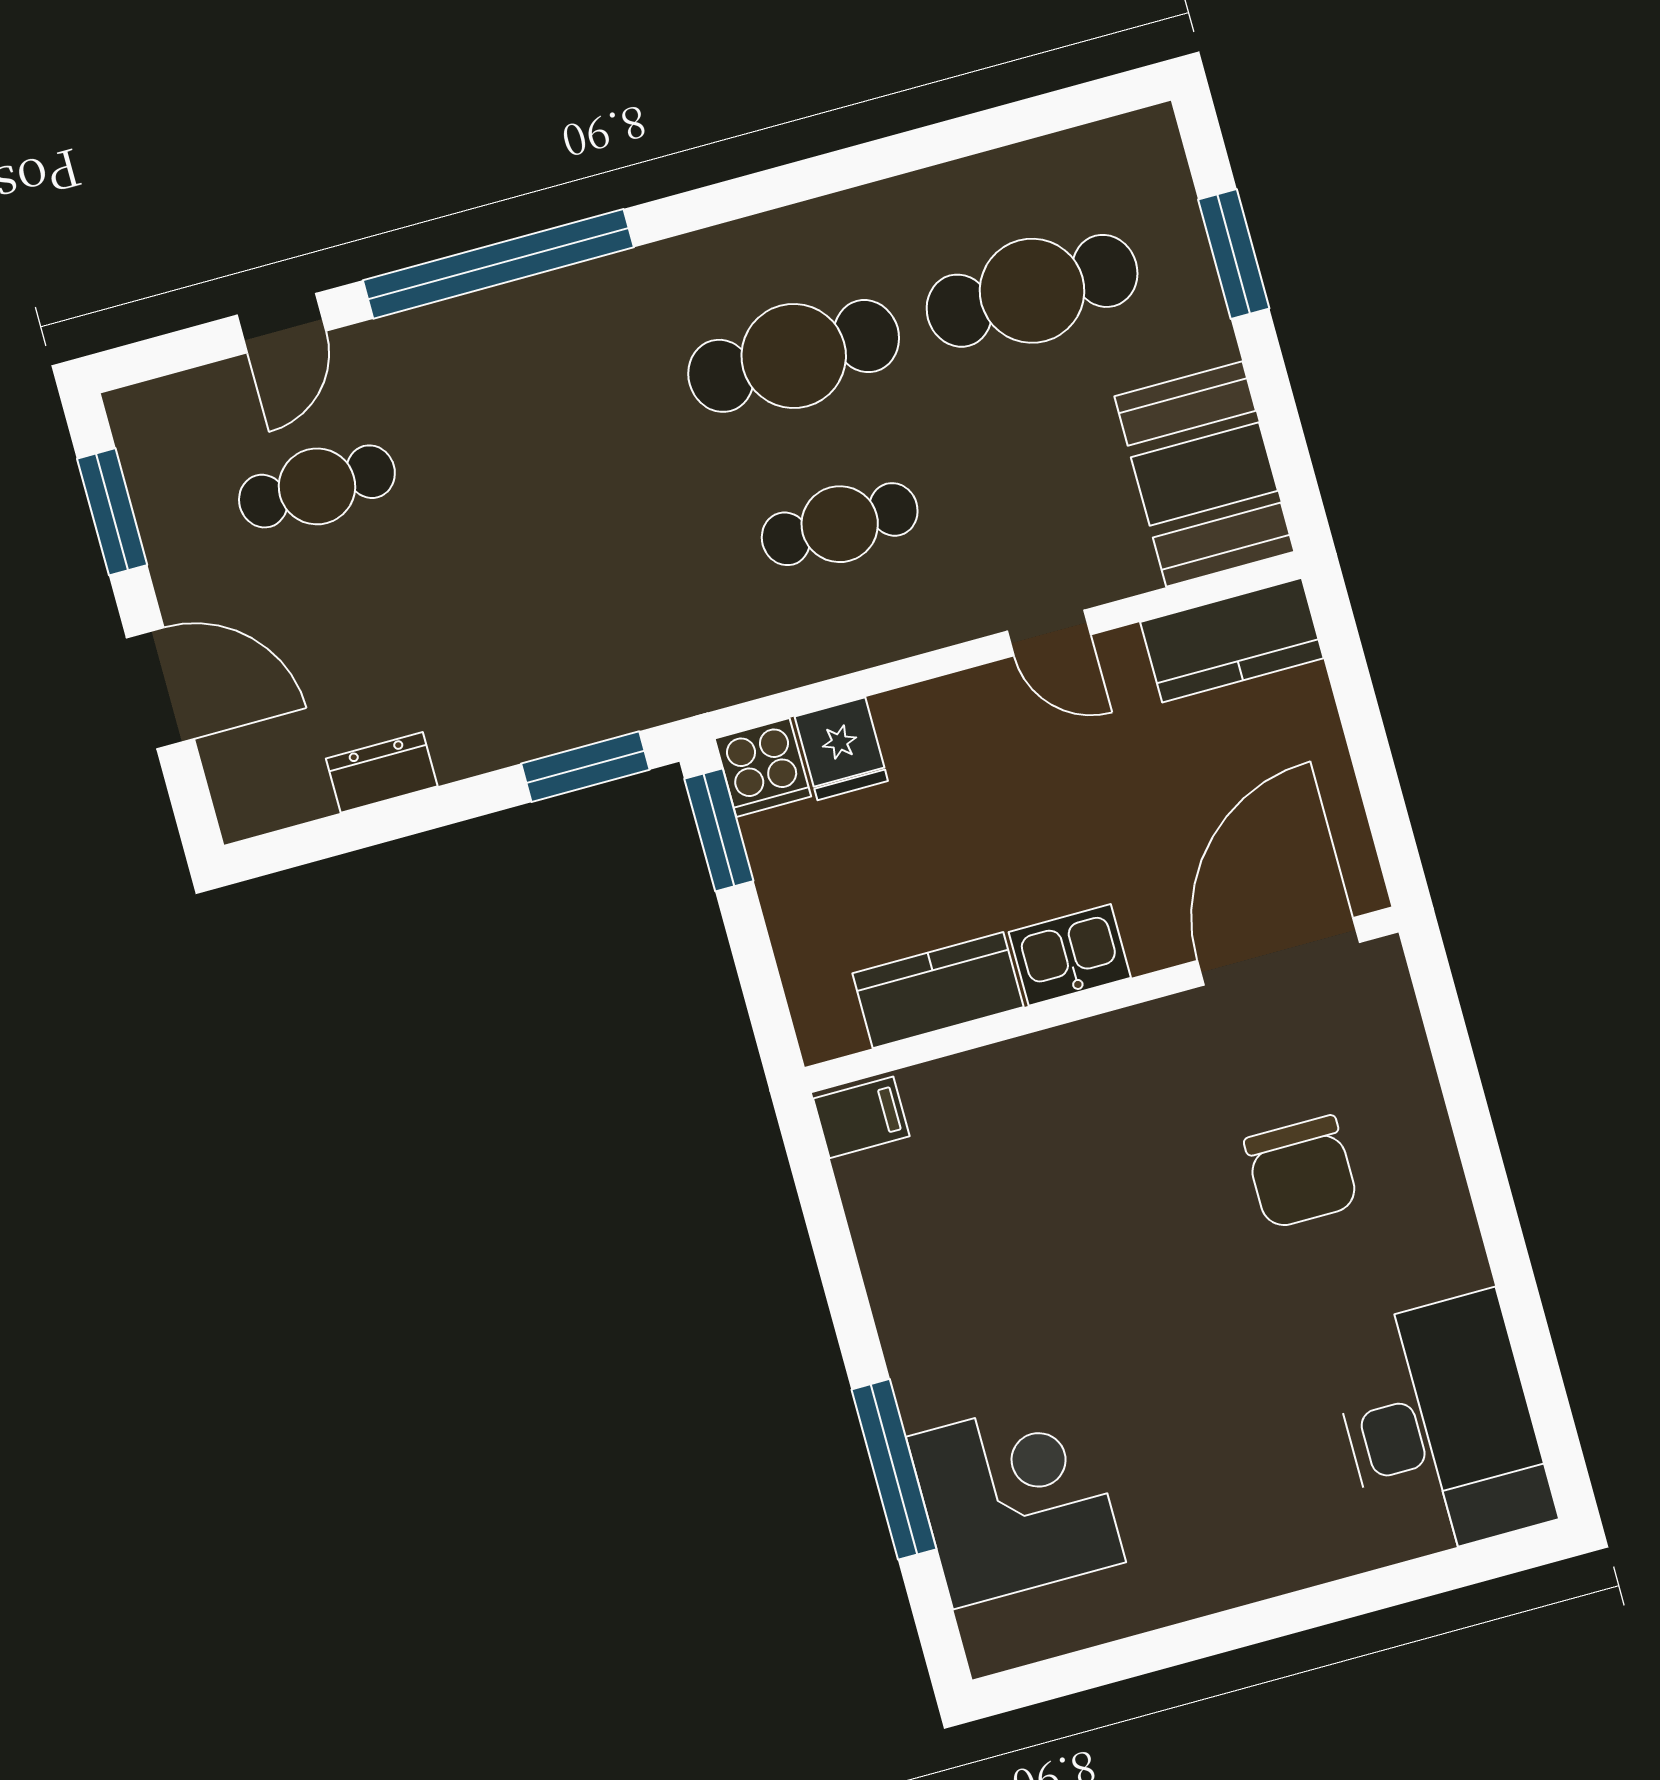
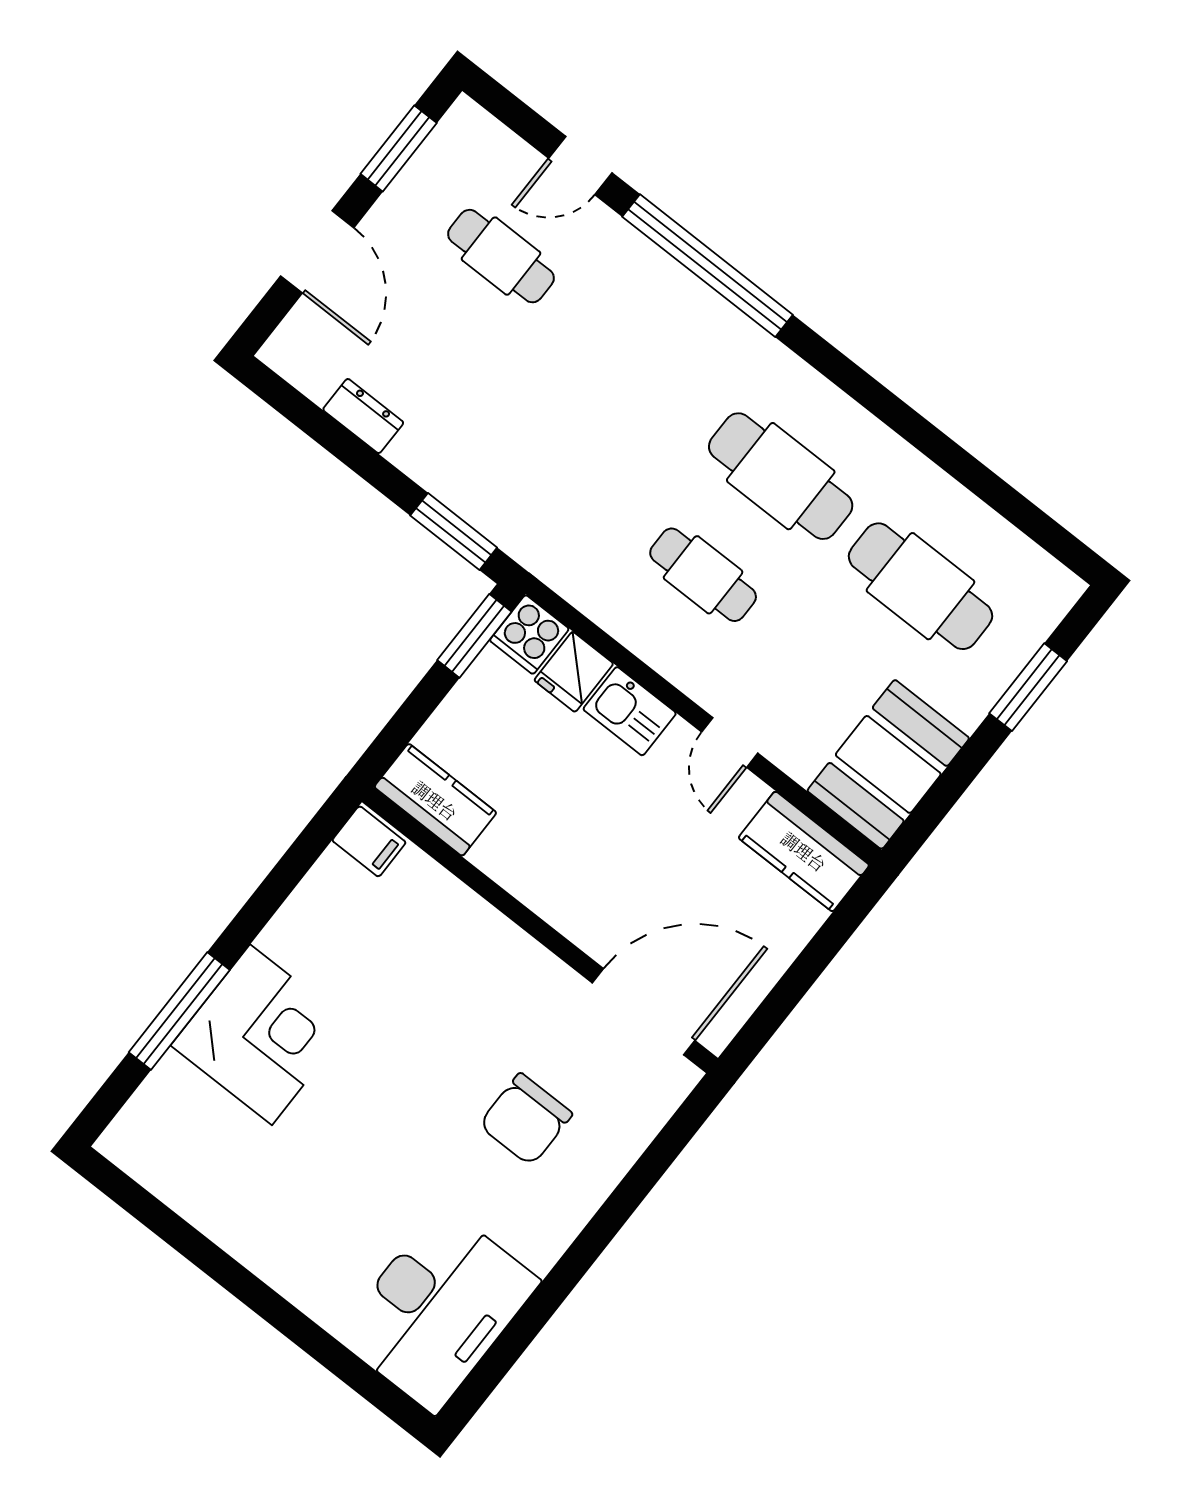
kitchen sink: (1070, 955) -> (630, 711), moved, turned 180
kitchen counter: (938, 990) -> (435, 800), moved
corner desk: (1016, 1500) -> (261, 1035), moved

